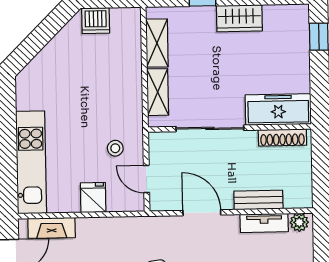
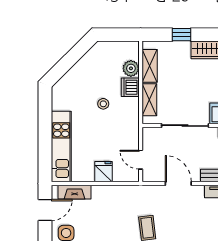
dishwasher: (96, 21) -> (130, 87), moved, turned 90
plant: (130, 47) -> (131, 68), added
stool: (115, 148) -> (103, 104), moved

